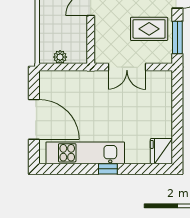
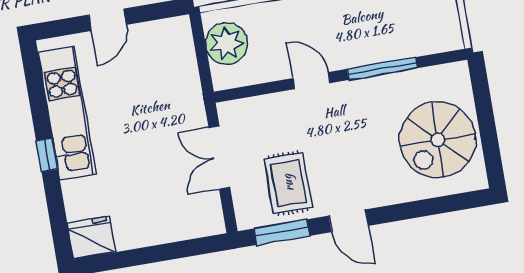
plant: (60, 57) -> (227, 43), width x1.87, depth x1.87
door: (34, 119) -> (107, 20), width x0.53

